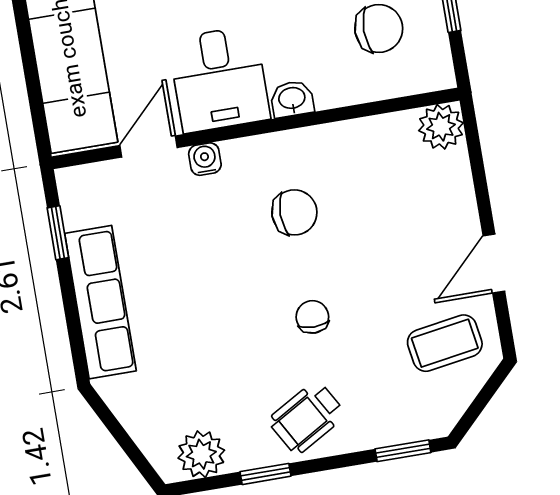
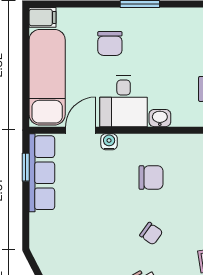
row of seats: (100, 302) -> (42, 173), moved
chair: (312, 317) -> (151, 234), turned 126

